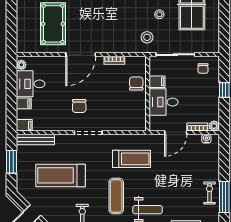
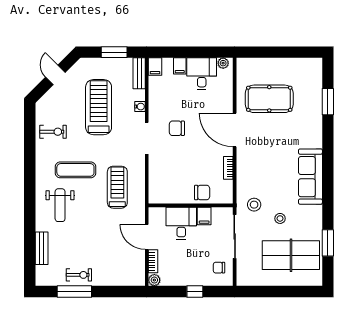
water cooler: (206, 139) -> (140, 107), moved
bench: (35, 140) -> (139, 73), width x0.73
treadmill: (131, 159) -> (117, 187), turned 180

